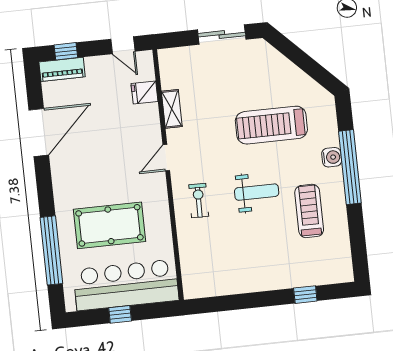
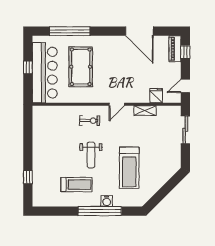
sliding door: (222, 35) -> (185, 130), moved
treadmill: (271, 125) -> (129, 168), turned 180
door: (166, 158) -> (117, 104), swing flipped

